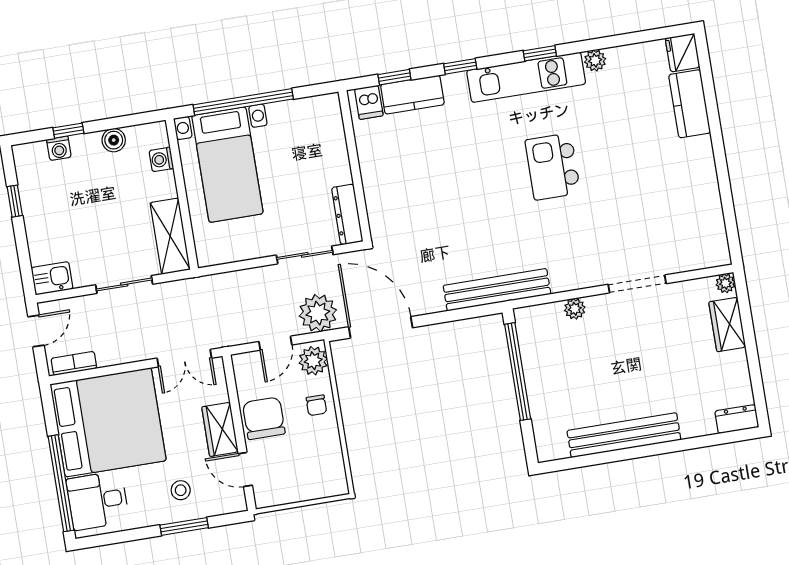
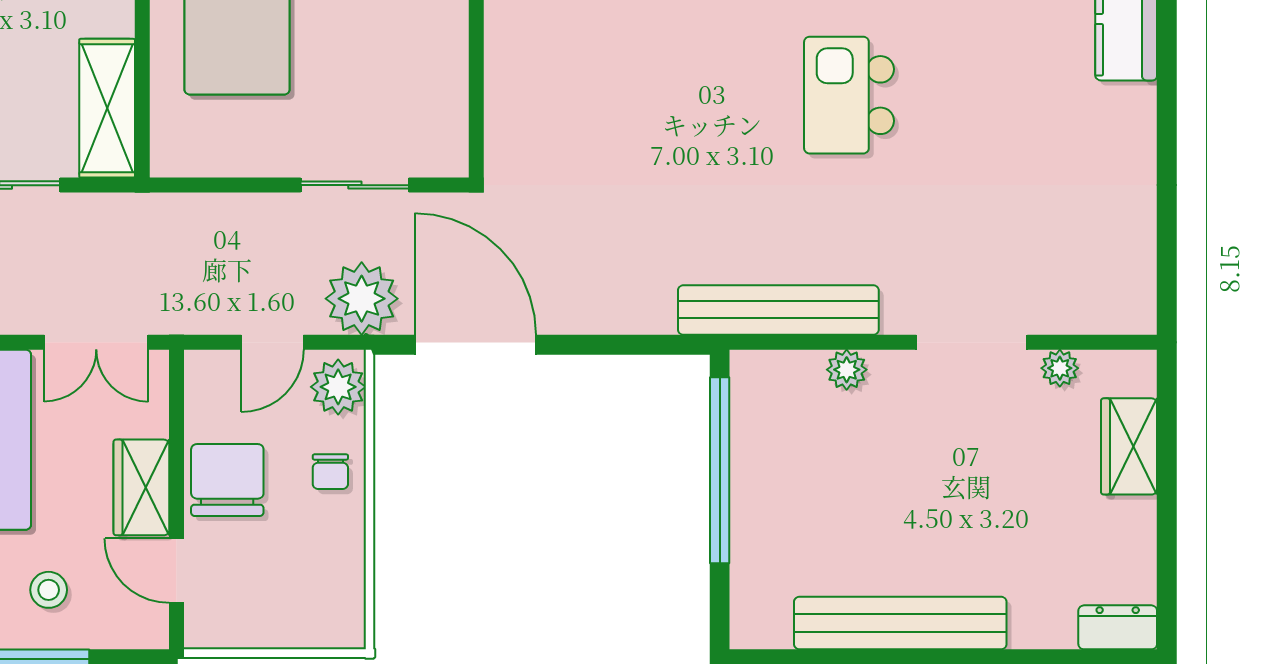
dresser: (347, 214) -> (447, 122), removed
plant: (725, 283) -> (1060, 368), moved
bench: (497, 290) -> (778, 310), moved

